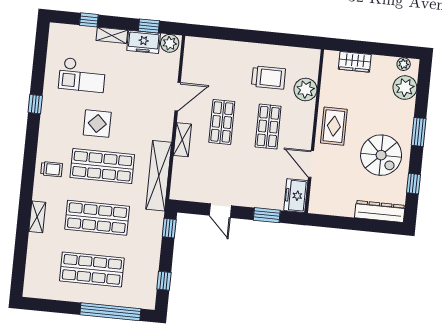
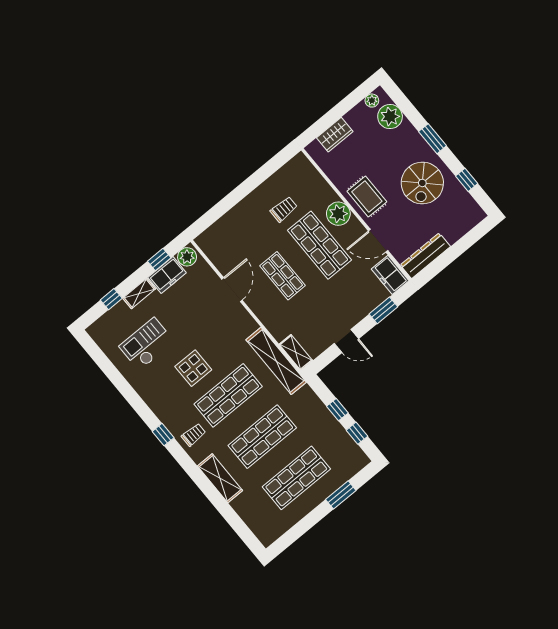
checkout: (82, 75) -> (147, 344), turned 180
trolley: (269, 78) -> (284, 209), width x0.73, depth x0.72
plant: (305, 89) -> (338, 214), moved
window: (35, 104) -> (163, 435), moved
shop shelf: (268, 127) -> (319, 245), width x1.43, depth x1.36
shelving: (182, 140) -> (296, 352), moved
spiral stairs: (381, 155) -> (422, 183), turned 90
dresser: (380, 211) -> (425, 256), moved
shelving: (37, 217) -> (220, 478), width x1.50, depth x1.33
window: (169, 228) -> (337, 410), moved
window: (110, 312) -> (341, 495), width x0.47

